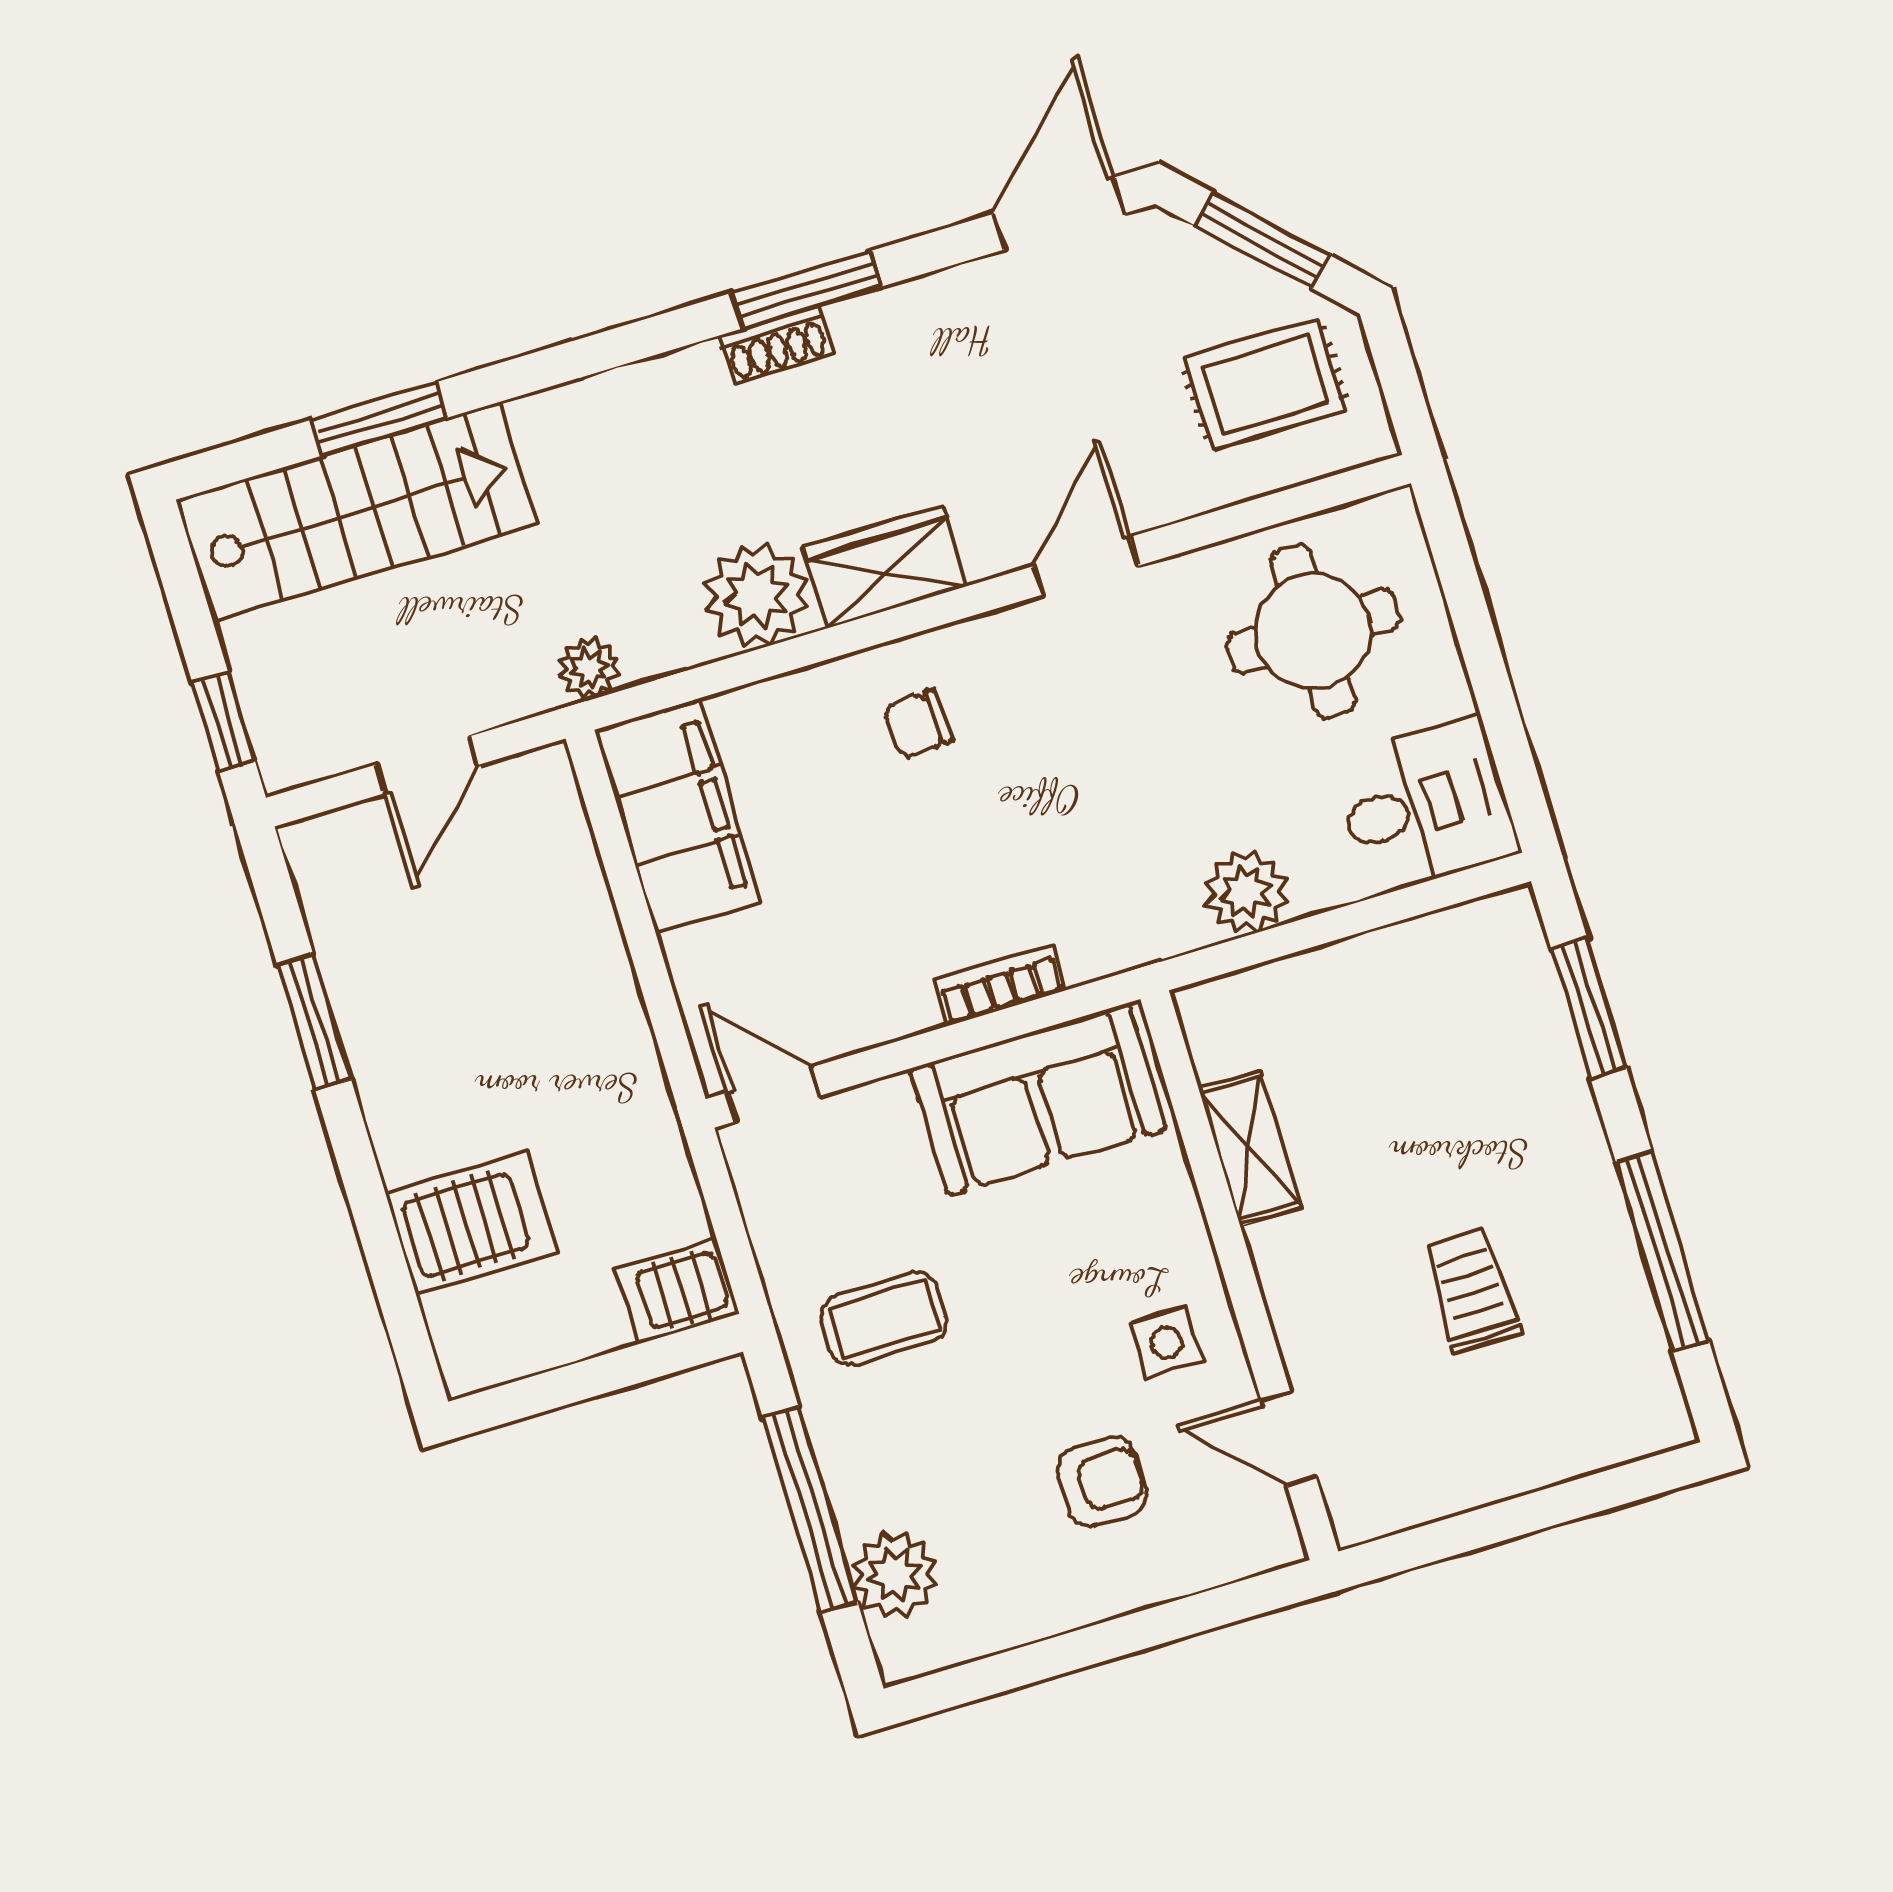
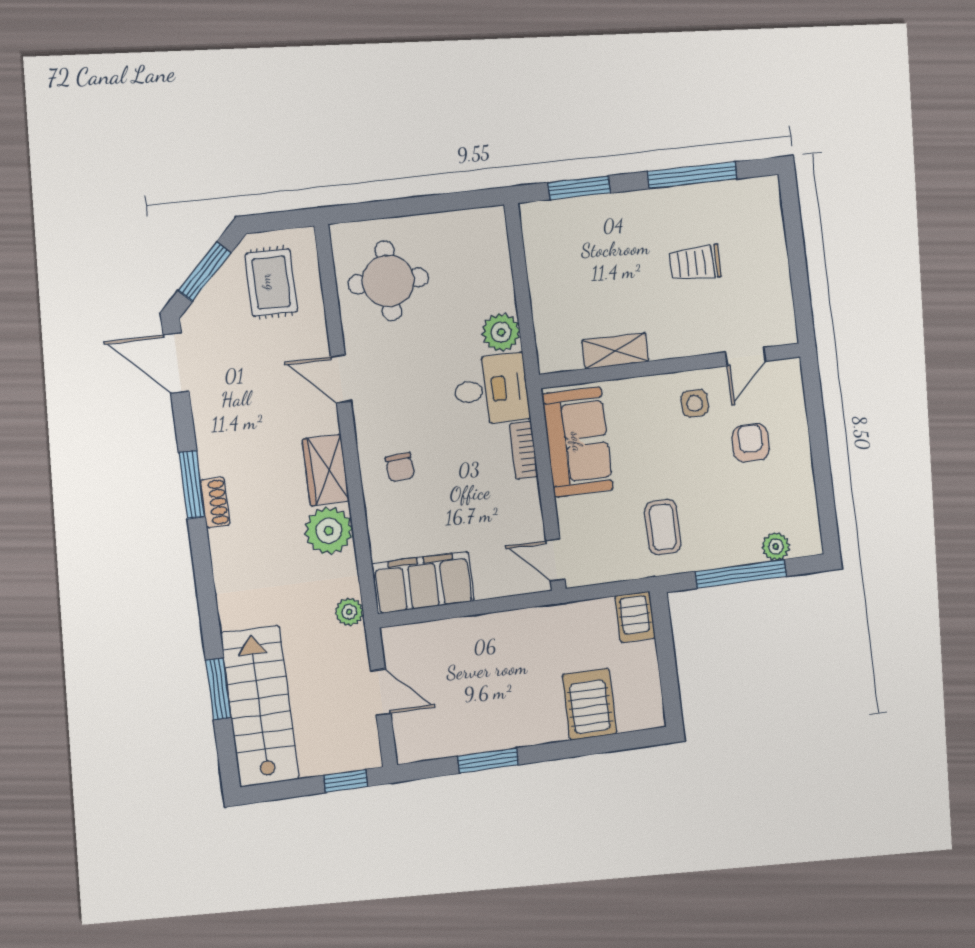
desk: (1425, 805) -> (491, 389), moved, turned 90
door: (774, 1094) -> (555, 560), hinge flipped
plant: (895, 1574) -> (776, 546), width x0.73, depth x0.73

